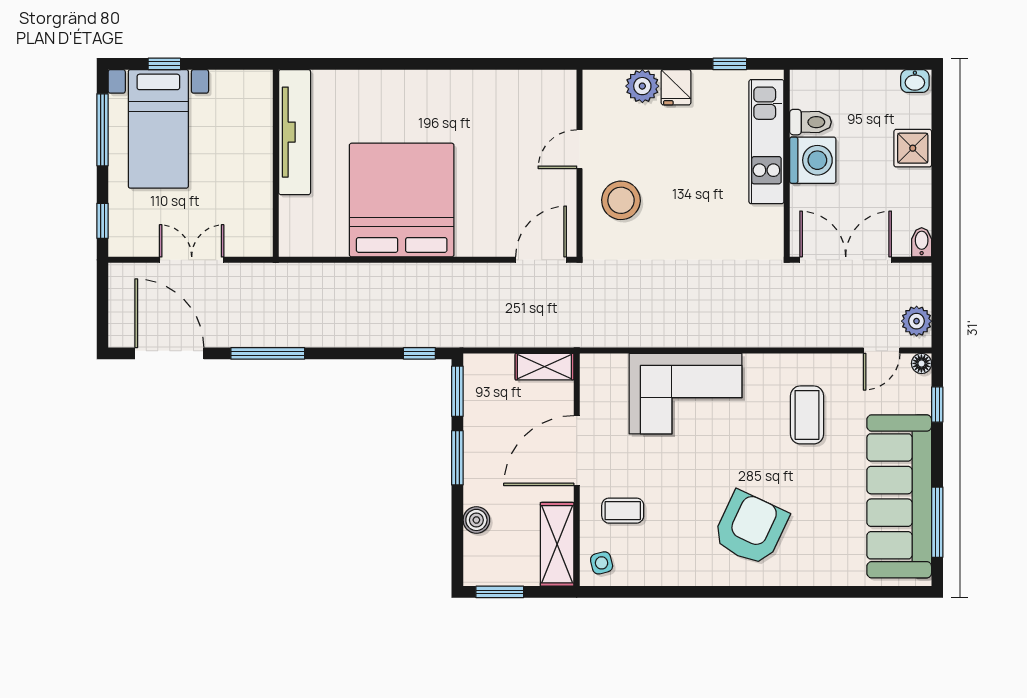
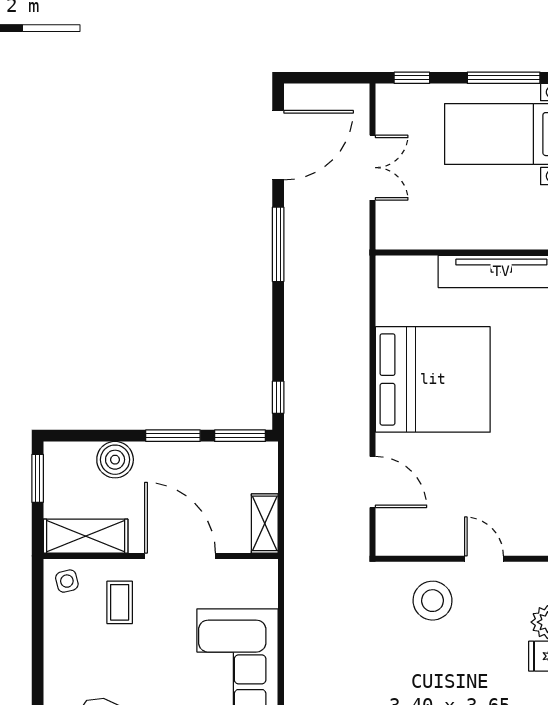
door: (541, 260) -> (373, 482), moved
boiler: (476, 520) -> (115, 460), width x1.36, depth x1.36

